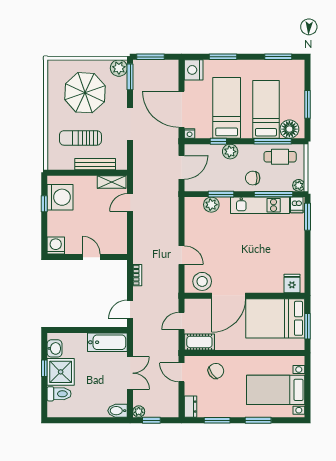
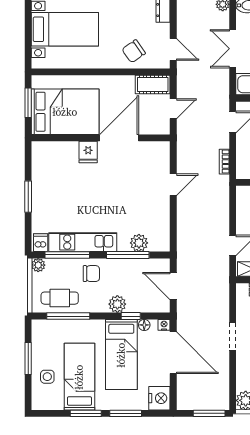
window: (278, 57) -> (86, 413), moved
window: (130, 77) -> (233, 390), removed
side table: (291, 89) -> (47, 377), added
bed: (266, 109) -> (79, 377), moved, turned 180
doorway: (130, 124) -> (233, 336), width x0.73
floor lamp: (289, 129) -> (144, 325), moved, width x0.53, depth x0.53
door: (182, 167) -> (173, 286), hinge flipped
window: (221, 194) -> (128, 255), width x1.44
window: (307, 217) -> (28, 197), moved
door: (182, 255) -> (173, 185), swing flipped
stool: (202, 281) -> (150, 154), removed
fridge: (292, 283) -> (88, 152), moved

